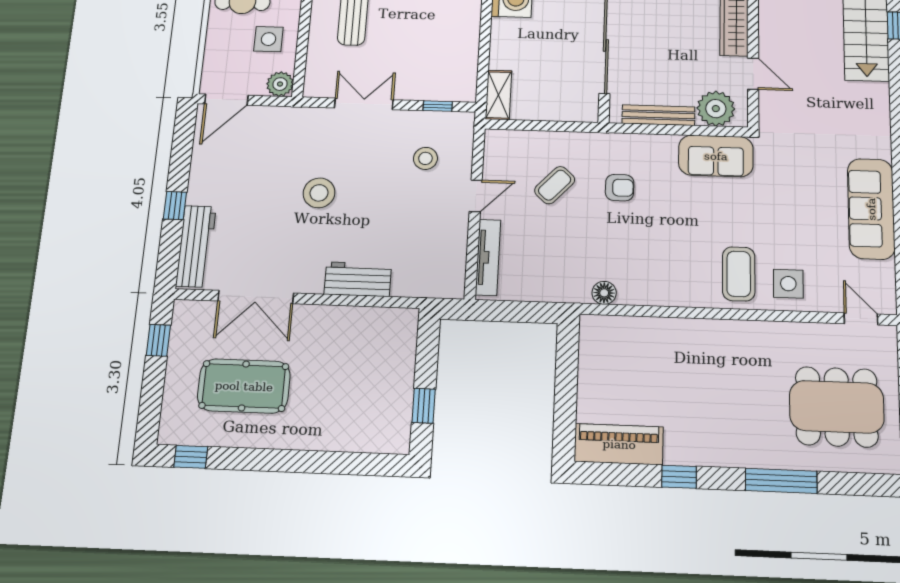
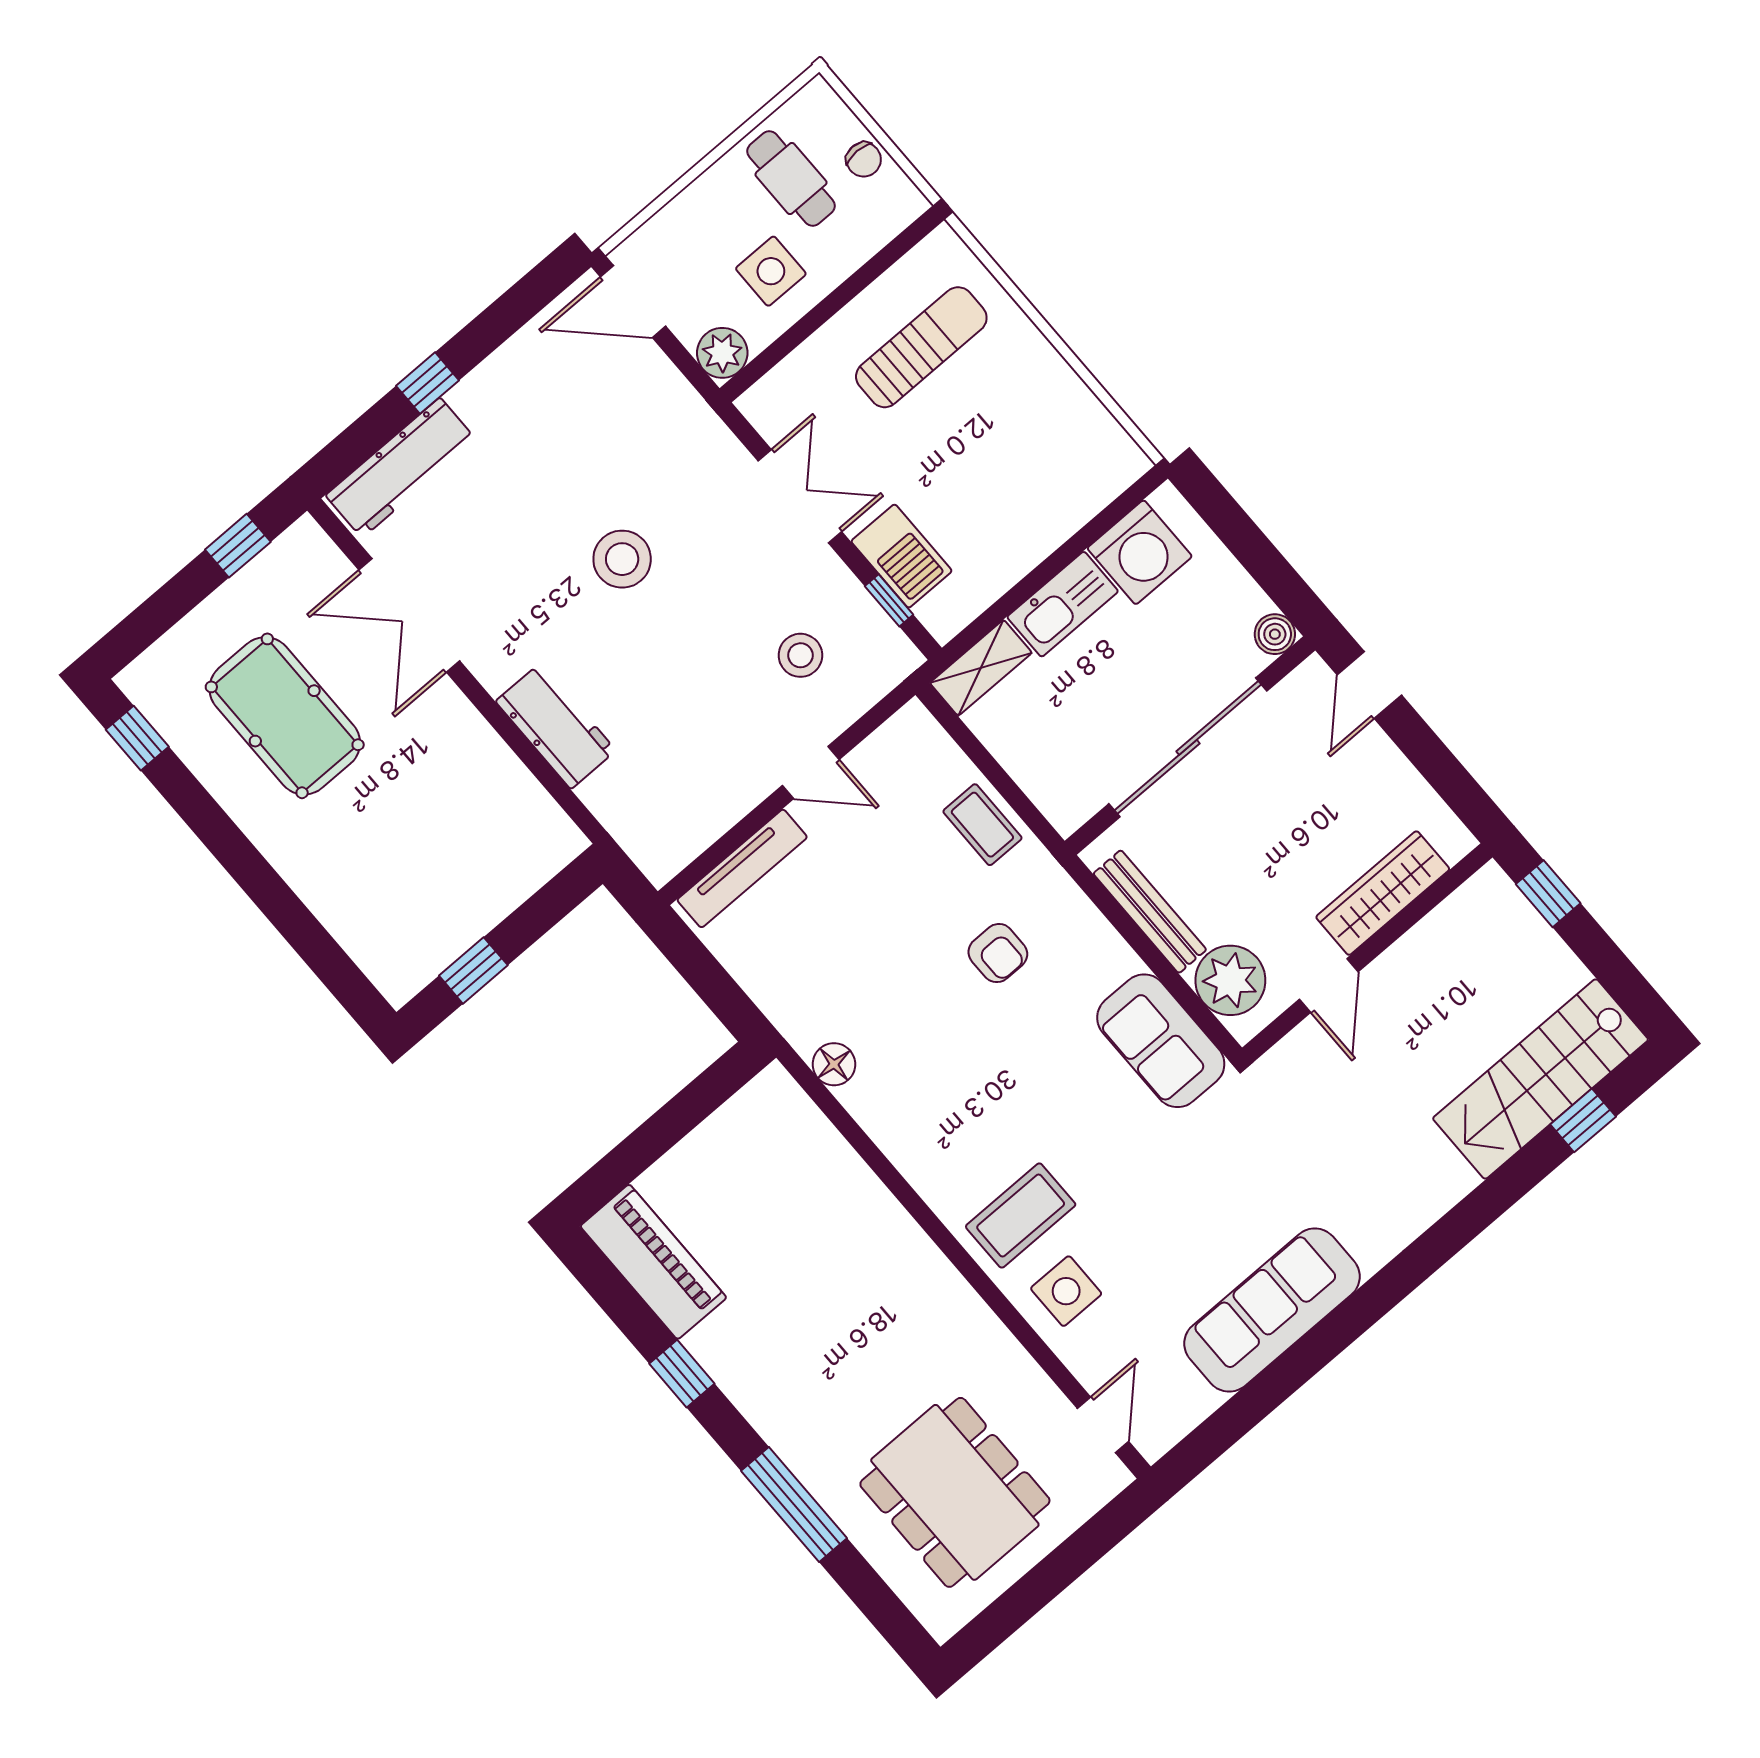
kitchen sink: (504, 44) -> (1063, 604), added
barbecue: (425, 86) -> (902, 556), added
coffee table: (555, 185) -> (982, 825), moved, turned 47

